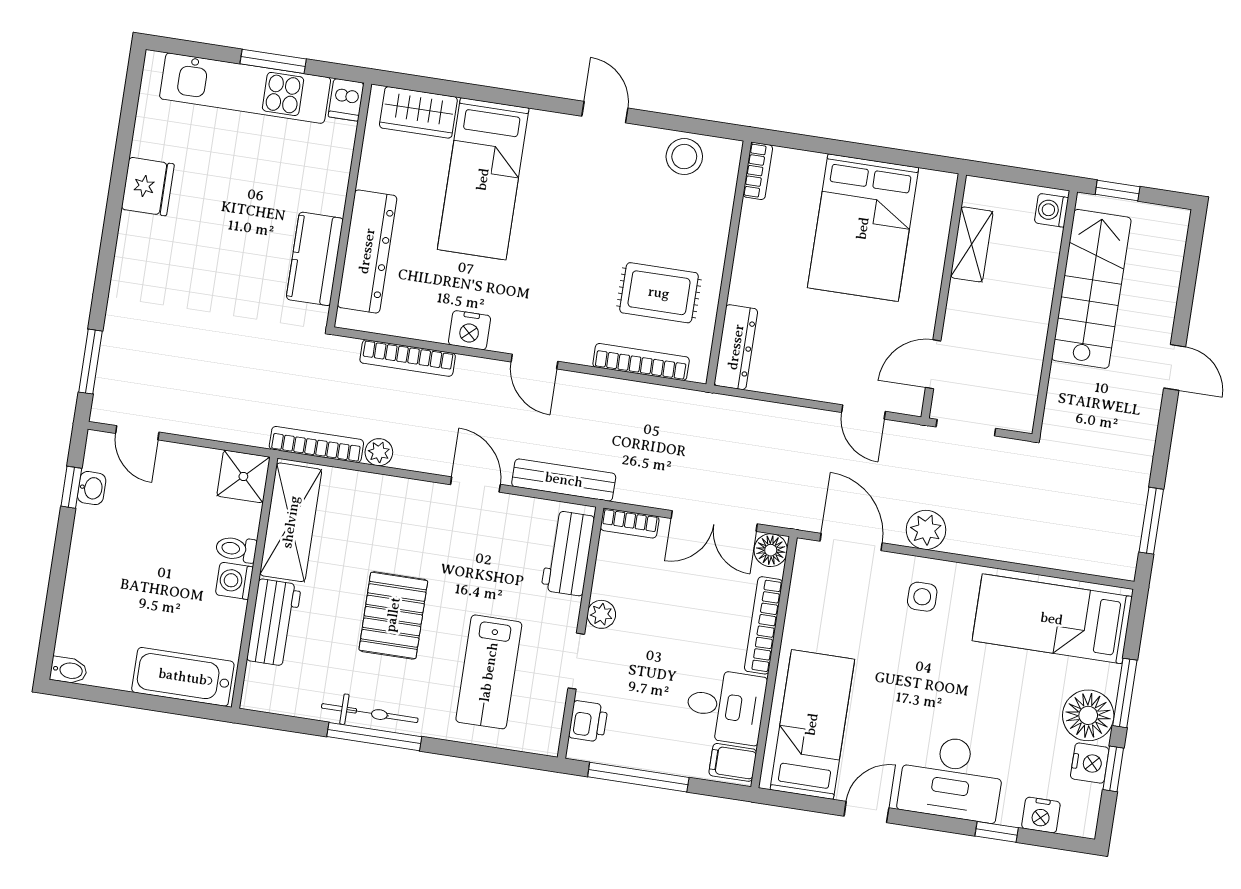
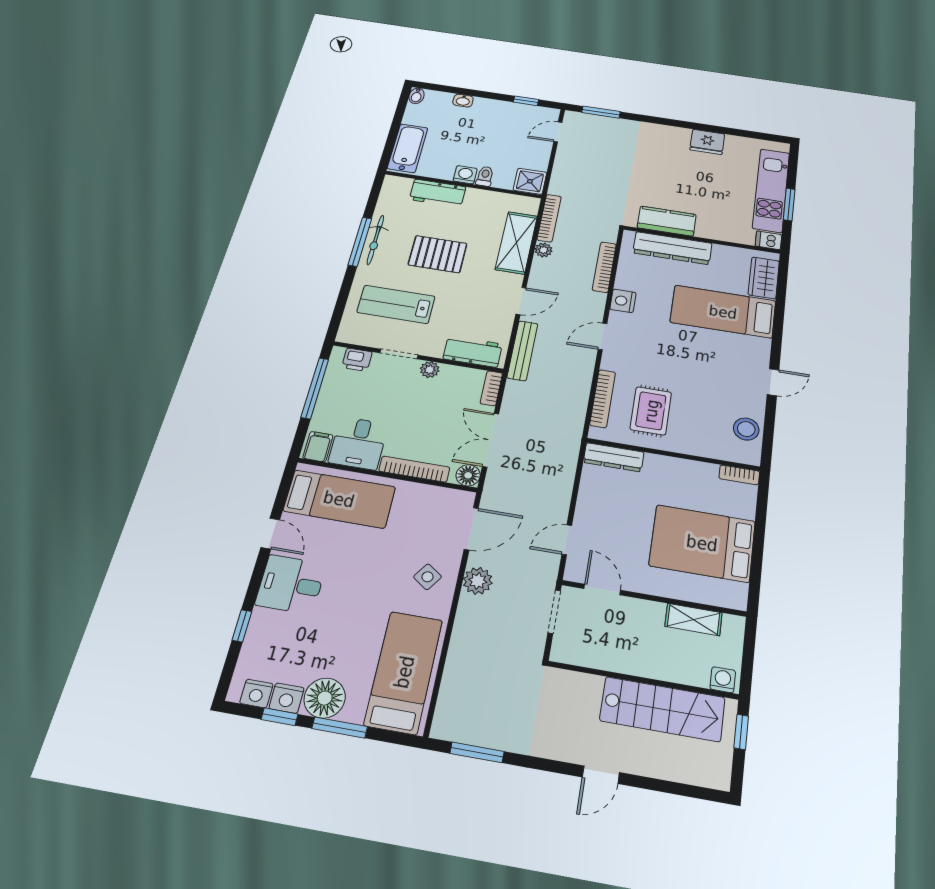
washbasin: (92, 488) -> (463, 101), moved
shelving: (291, 522) -> (516, 243), moved, turned 90
side table: (922, 597) -> (428, 577), turned 35
desk: (951, 778) -> (291, 584), width x0.73
nightstand: (1041, 815) -> (256, 693), moved, turned -90

